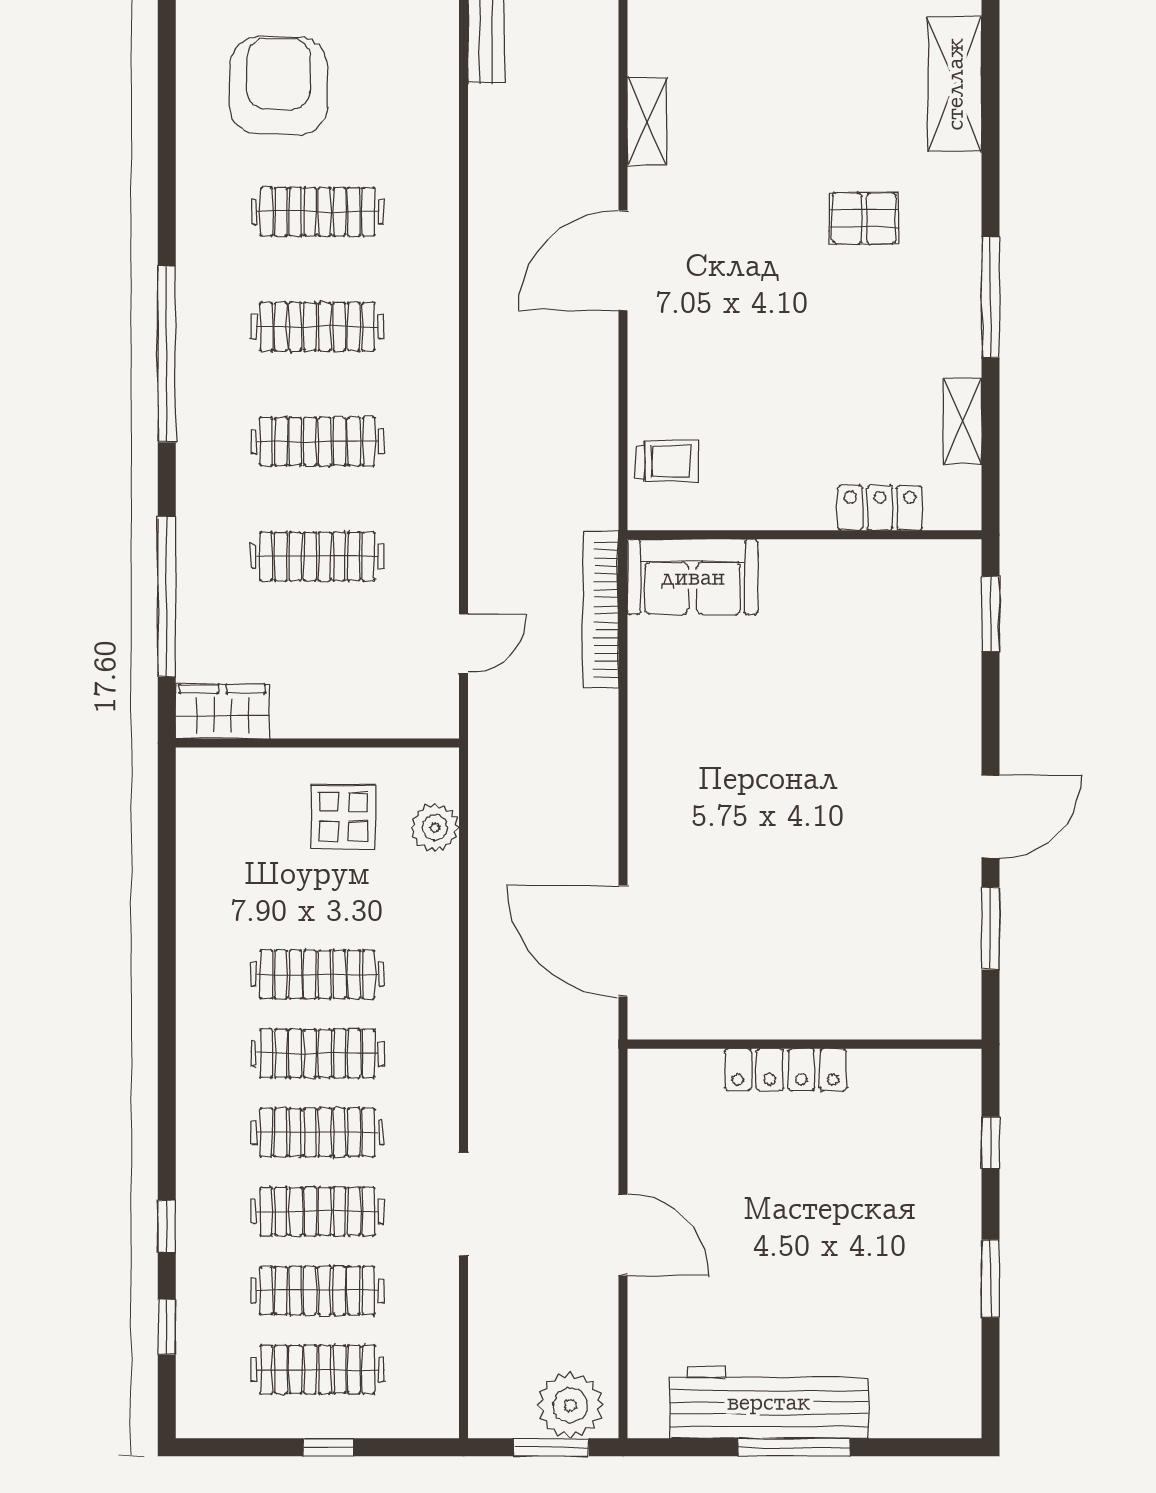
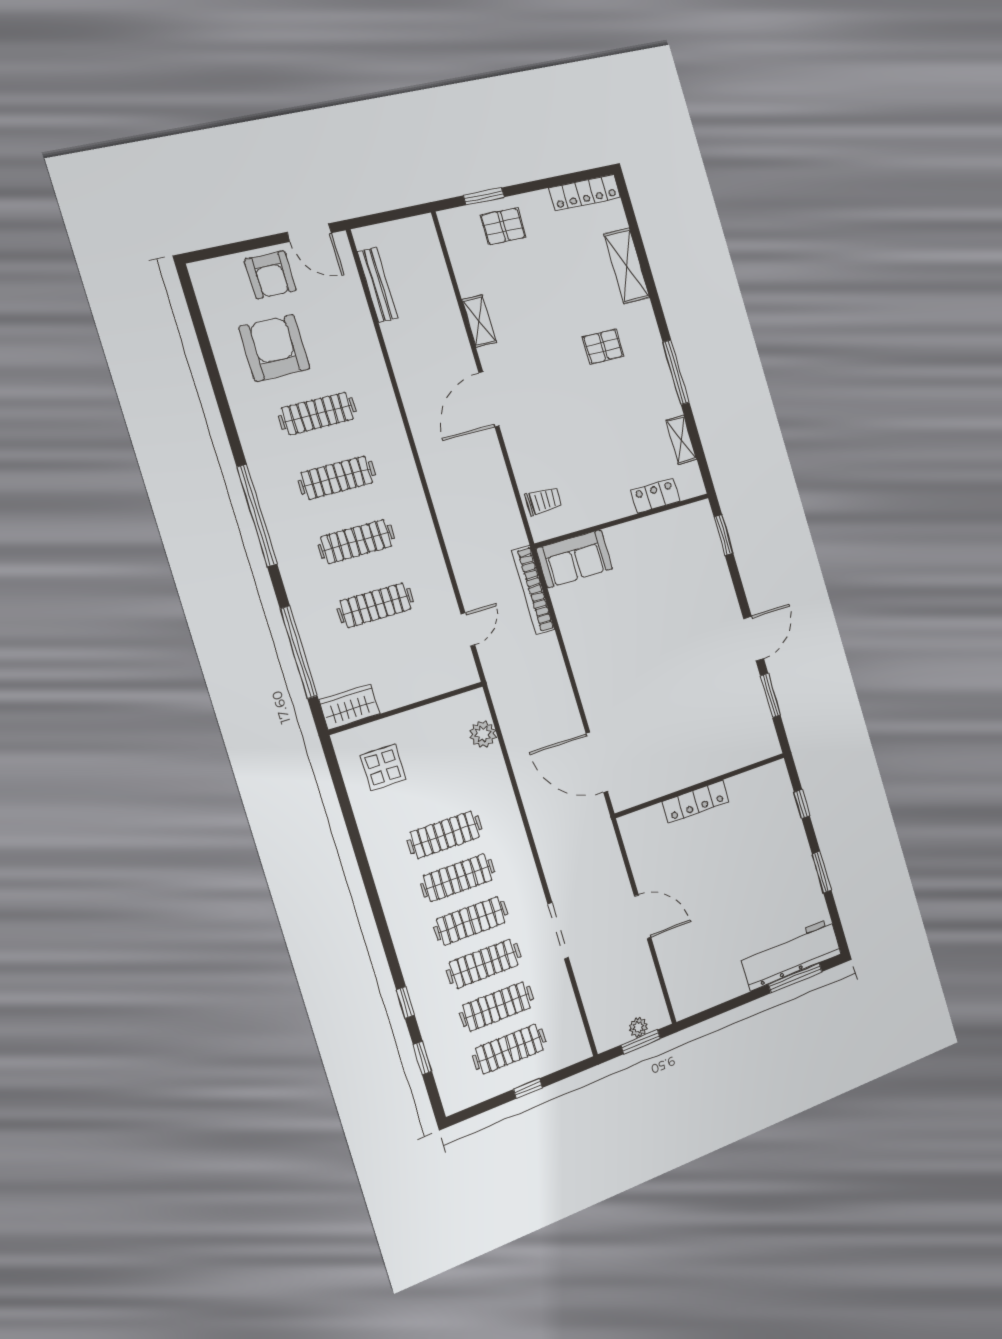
display table: (343, 817) -> (383, 767), moved
workbench: (769, 1402) -> (791, 954), moved
plant: (570, 1405) -> (638, 1027), width x0.53, depth x0.53
window: (794, 1447) -> (795, 978), moved

